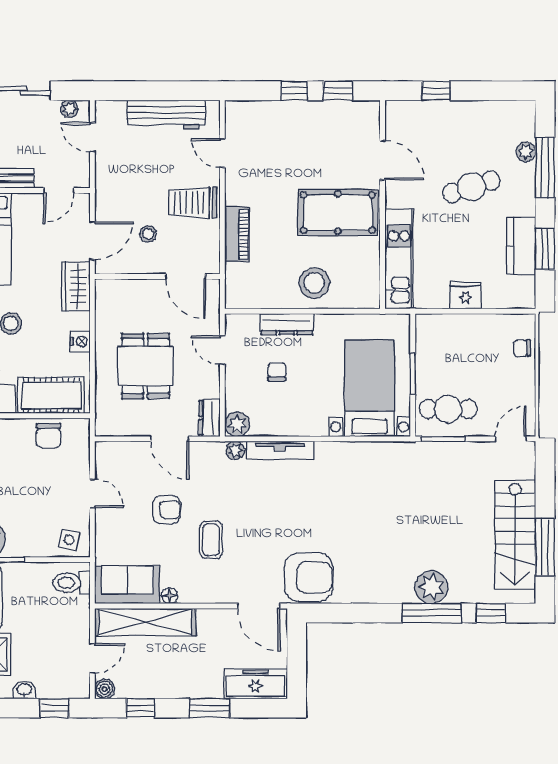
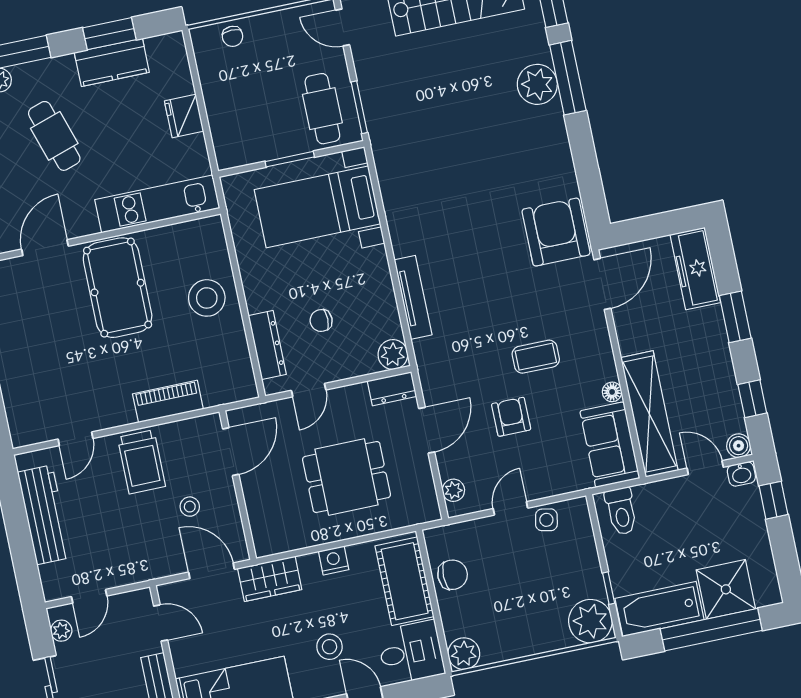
dresser: (287, 324) -> (267, 345), moved
plant: (235, 450) -> (453, 490), moved
side table: (69, 540) -> (546, 520), moved
washbasin: (24, 690) -> (741, 474), moved, turned -90

